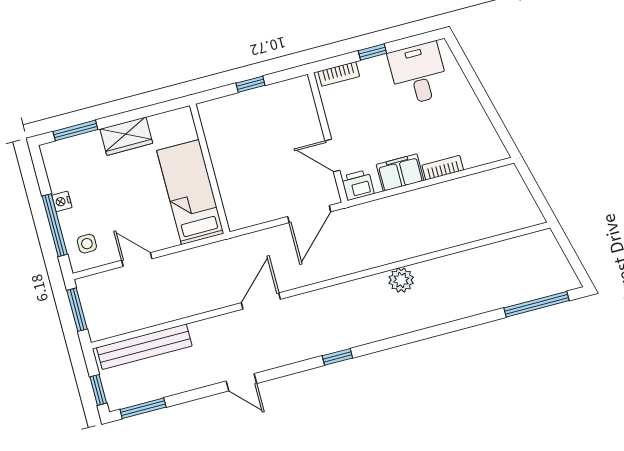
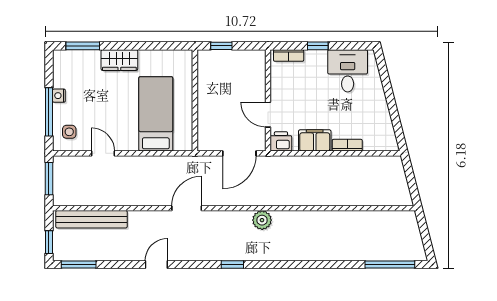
wall: (210, 169) -> (195, 100), moved
plant: (401, 280) -> (262, 220), moved
door: (241, 382) -> (156, 265), swing flipped

